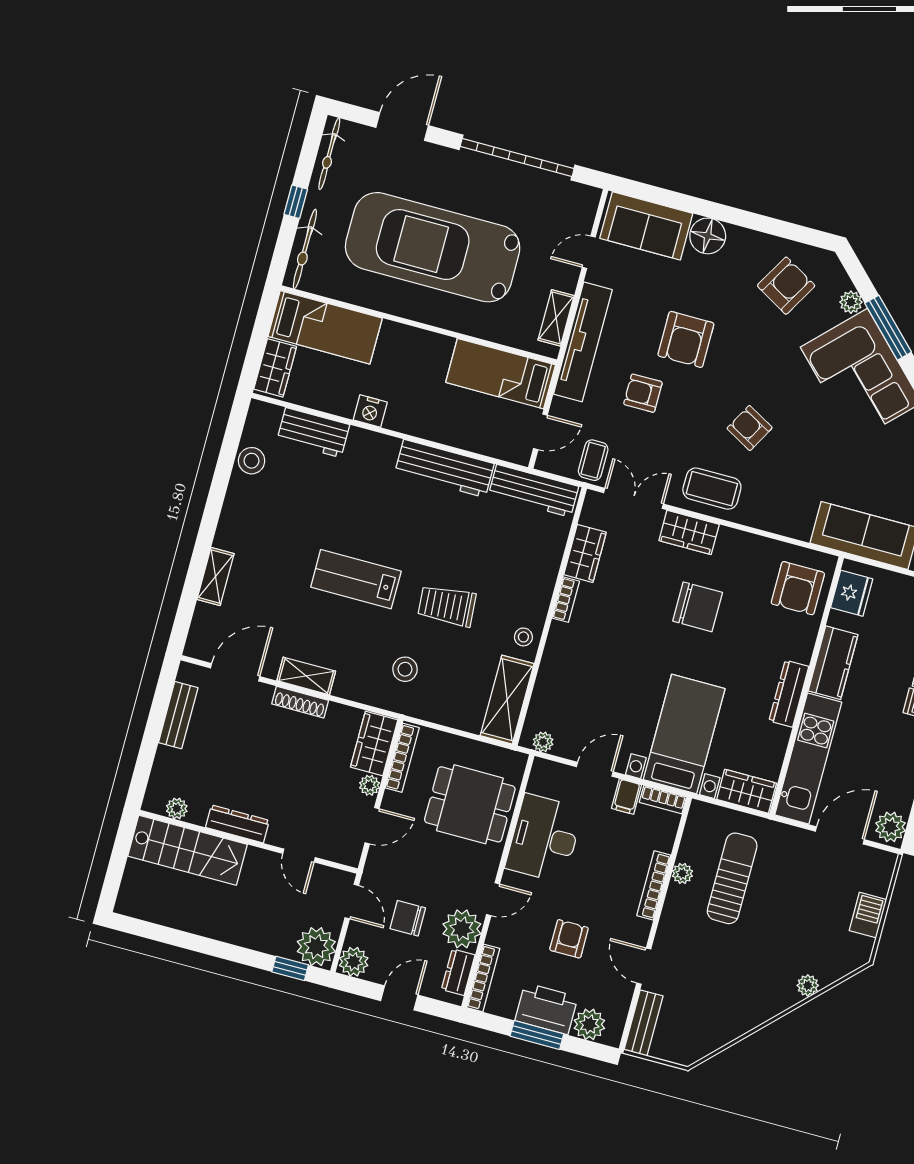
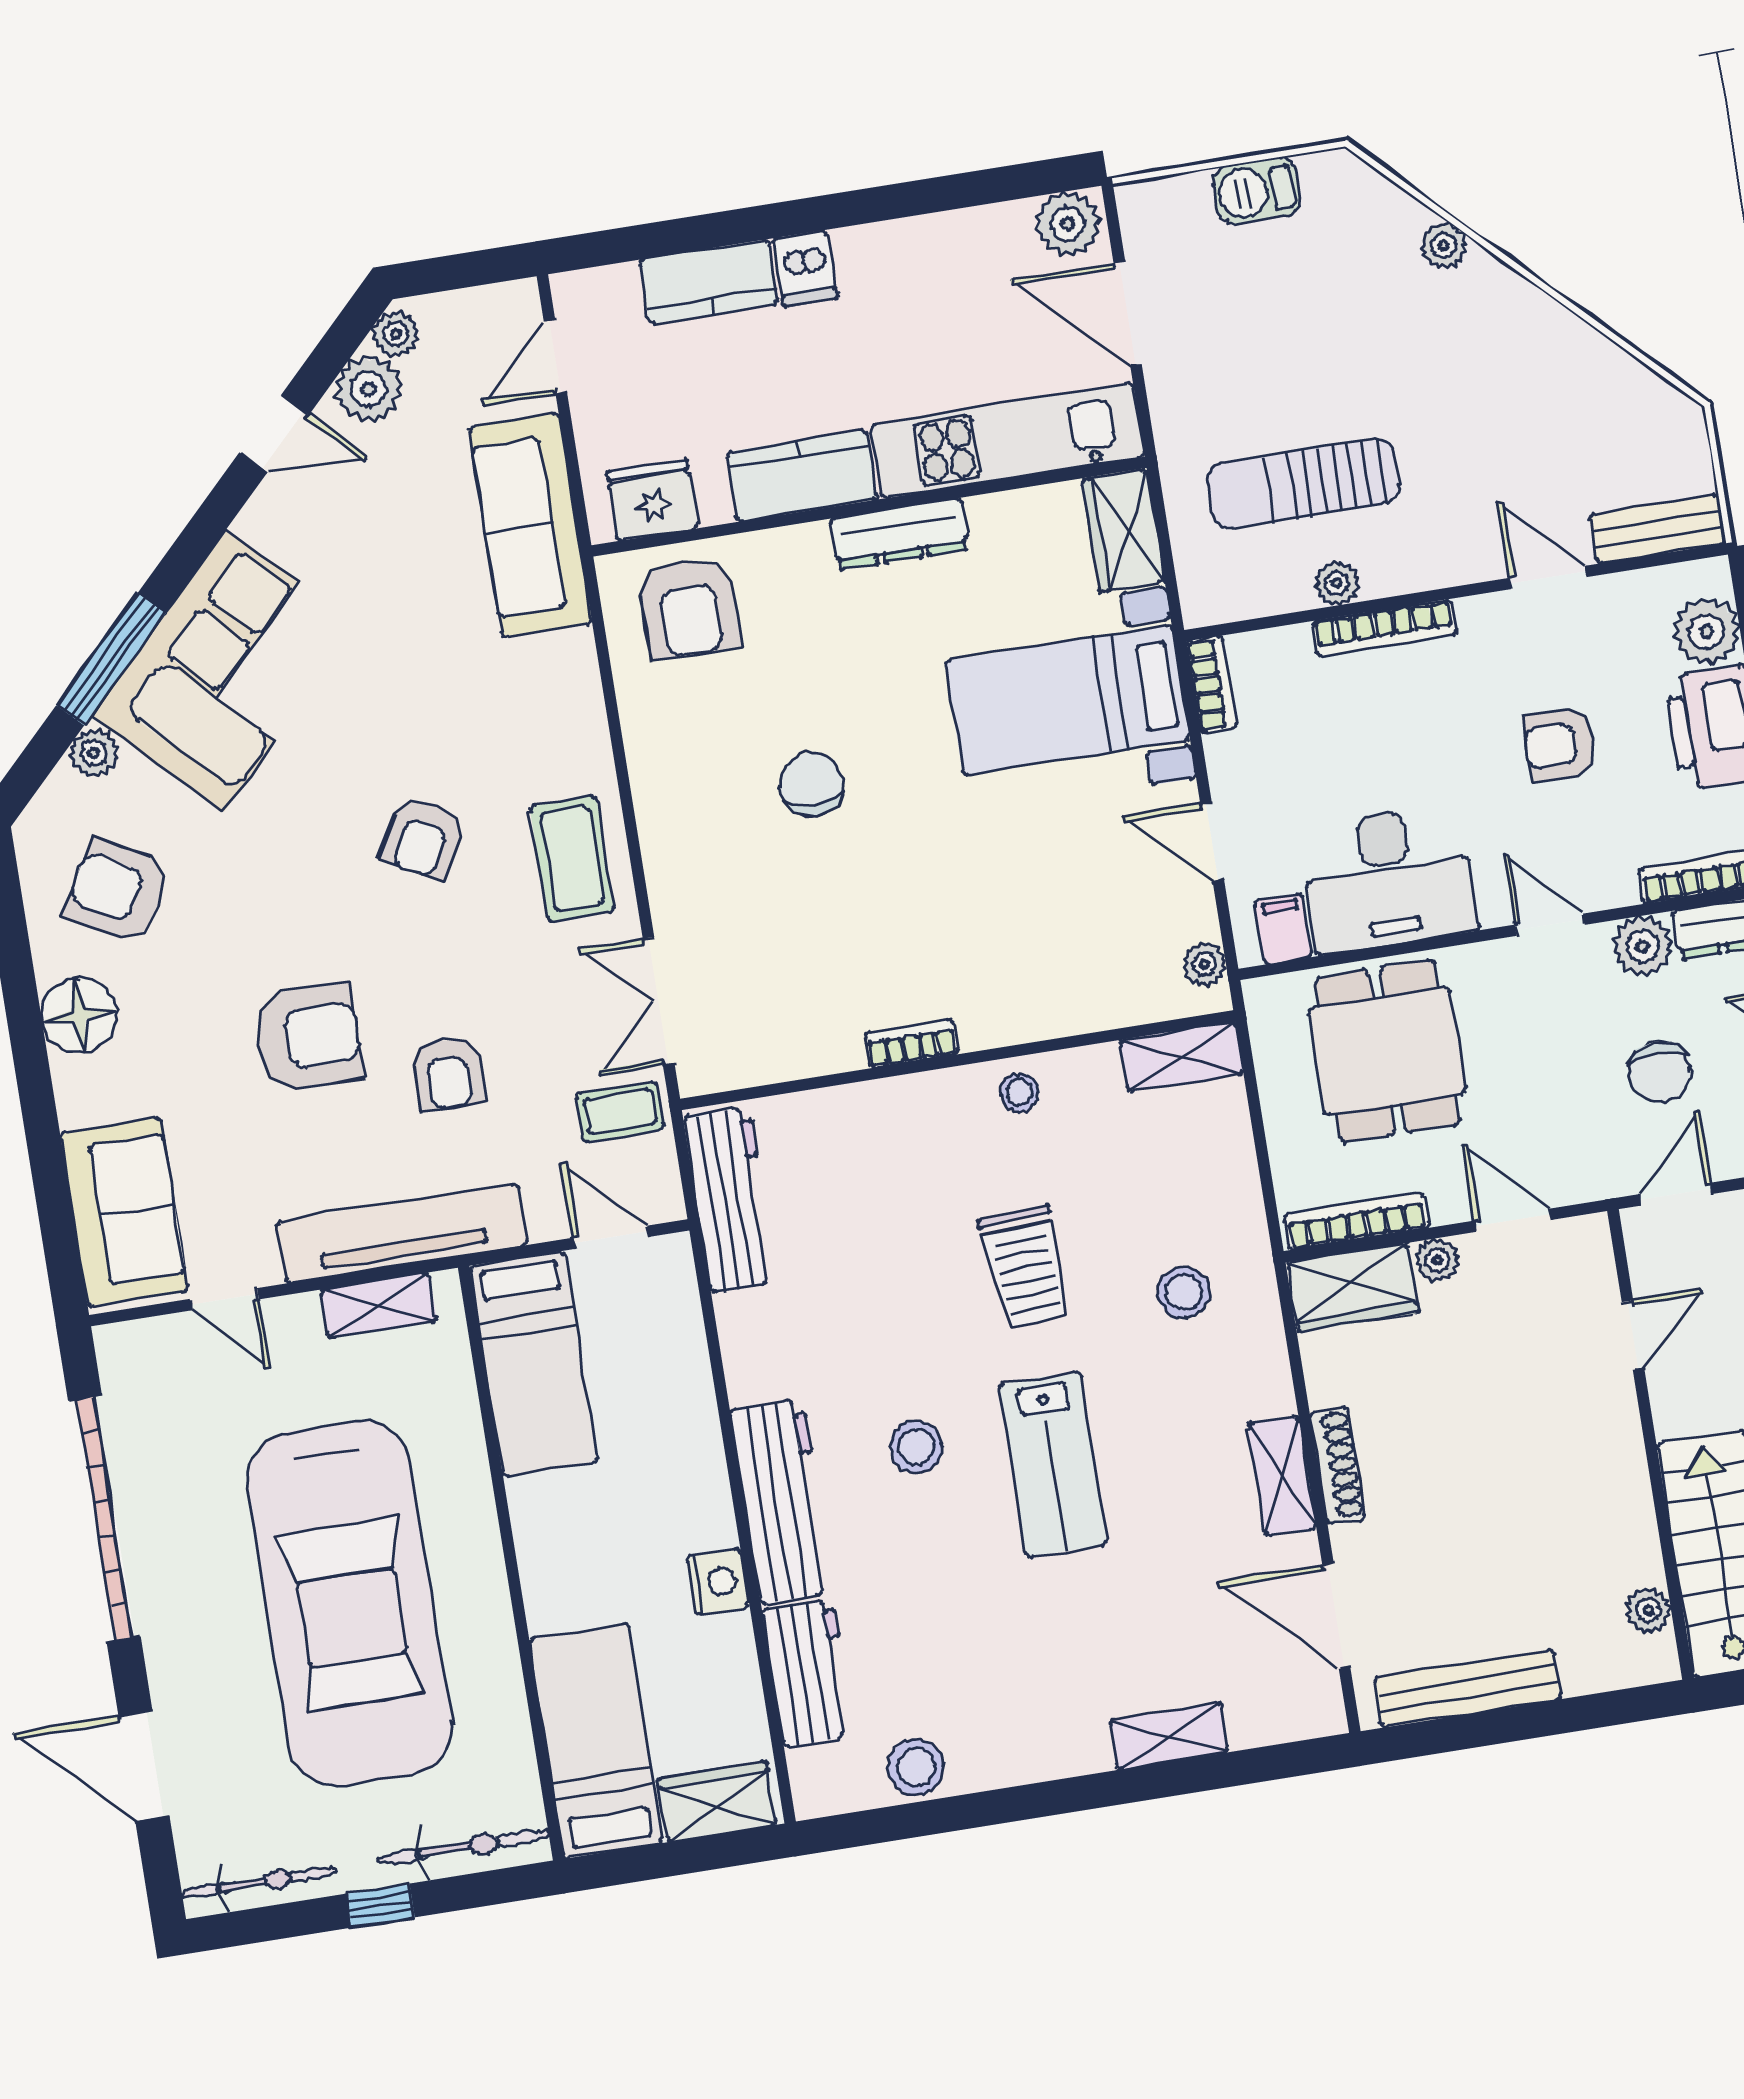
floor lamp: (708, 236) -> (79, 1015), moved
workbench: (444, 468) -> (782, 1501), moved
stool: (390, 523) -> (916, 1447), added
wardrobe: (689, 532) -> (676, 865), removed
wardrobe: (585, 553) -> (806, 1046), removed
armchair: (798, 588) -> (689, 608), turned 90
chair: (698, 607) -> (811, 784), width x0.73, depth x0.73
shelving: (507, 700) -> (1182, 1057), width x0.67, depth x0.75
bench: (178, 715) -> (1468, 1688), width x1.36
filing cabinet: (627, 797) -> (1283, 929), moved, turned -90
dresser: (237, 824) -> (1625, 1481), removed
plant: (462, 929) -> (1643, 946), width x0.73, depth x0.73
door: (644, 966) -> (1548, 577), swing flipped

